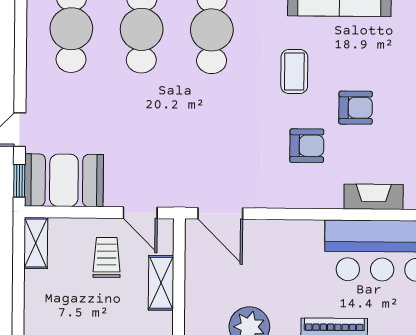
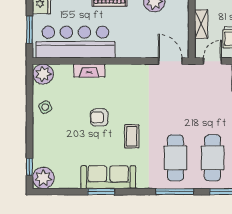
armchair: (307, 146) -> (125, 97), removed
door: (140, 213) -> (212, 61), hinge flipped

